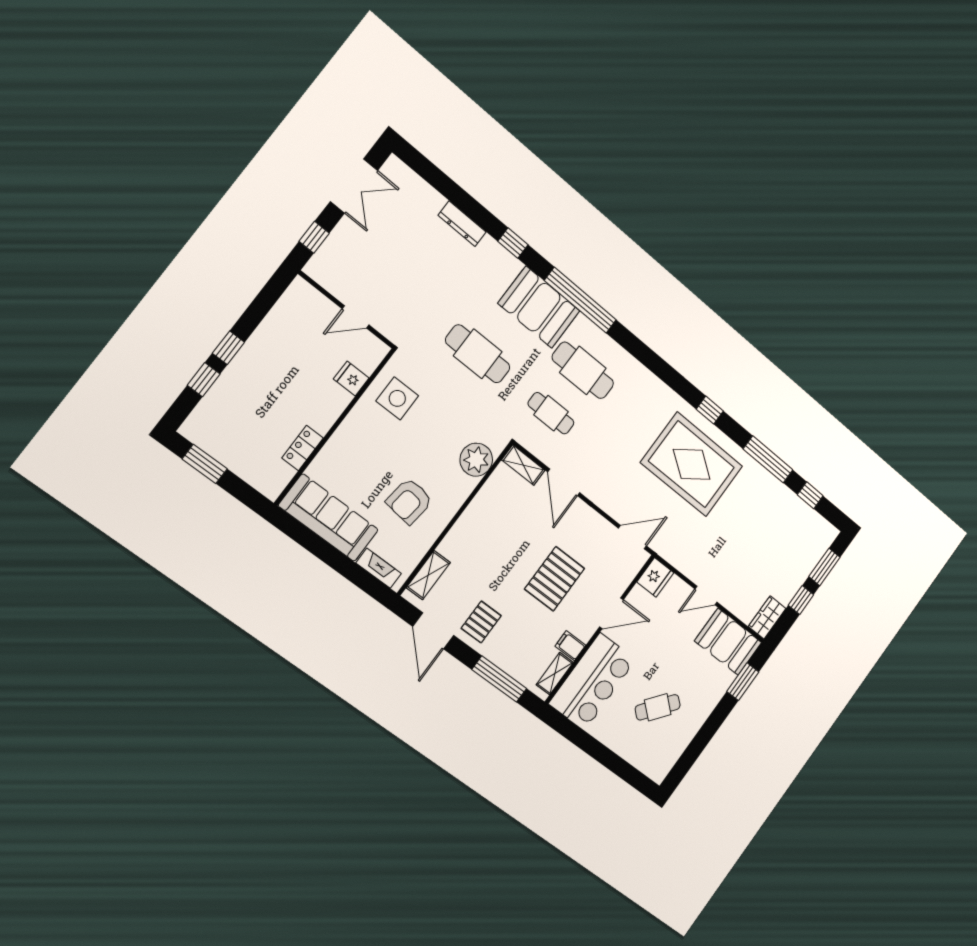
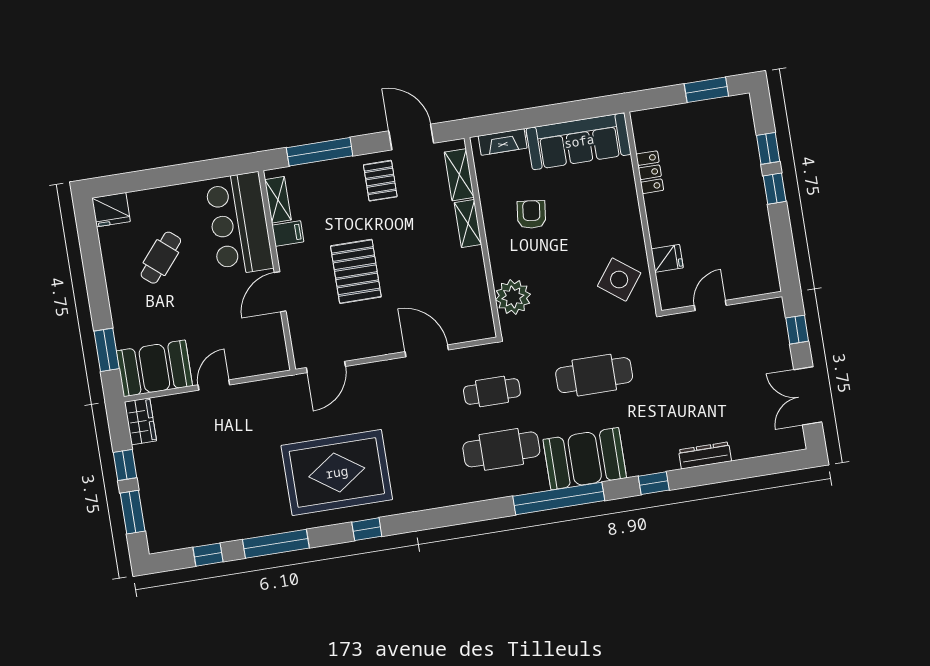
side table: (397, 398) -> (619, 280), turned 37
shelving: (523, 465) -> (468, 224), moved, turned 90
armchair: (409, 501) -> (531, 215), width x0.72, depth x0.72
fridge: (655, 577) -> (111, 210), moved, turned -90

